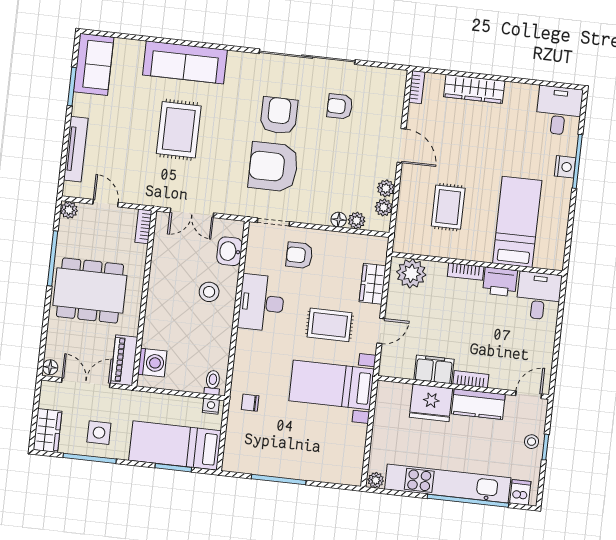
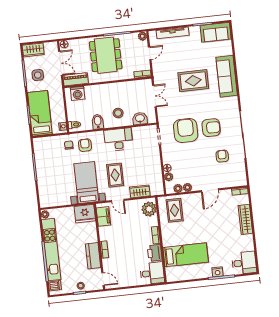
rug: (448, 207) -> (175, 210), moved, turned 90
double door: (192, 213) -> (154, 96), swing flipped
armchair: (299, 255) -> (85, 145), moved
bidet: (217, 336) -> (98, 122), added
filing cabinet: (434, 369) -> (103, 216), moved
fridge: (431, 403) -> (85, 214), moved, turned -90

